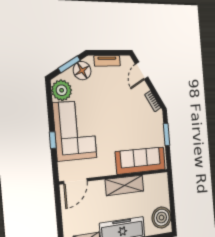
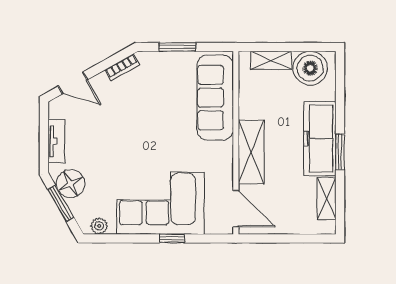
plant: (62, 90) -> (99, 226), width x0.53, depth x0.53
shelving: (125, 185) -> (251, 152), moved
shelving: (164, 193) -> (271, 60), added

